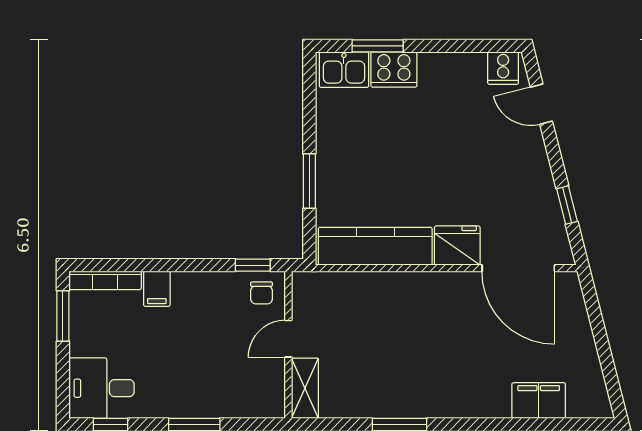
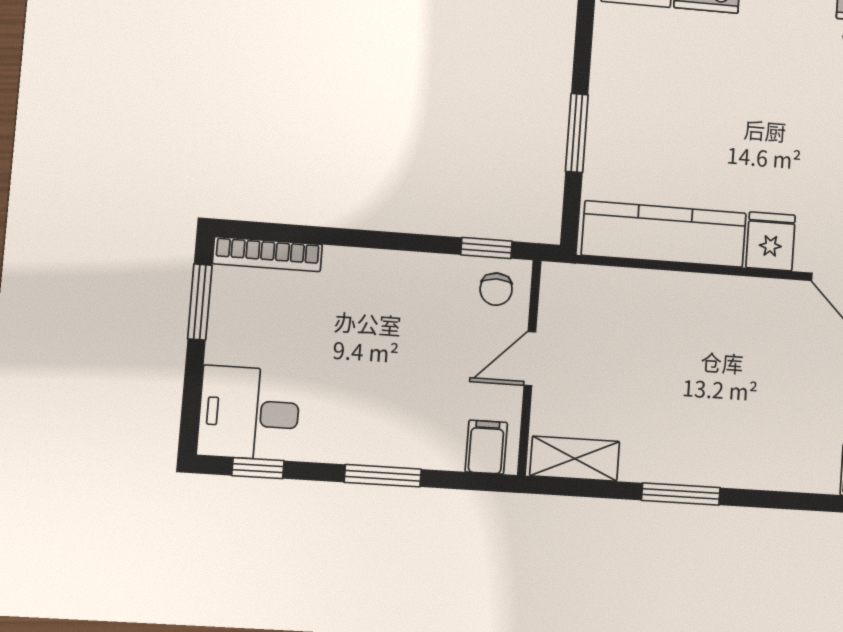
fridge: (457, 246) -> (771, 241), width x0.72
filing cabinet: (157, 289) -> (486, 447), moved, turned 180
shelving: (305, 388) -> (575, 459), moved, turned 90

